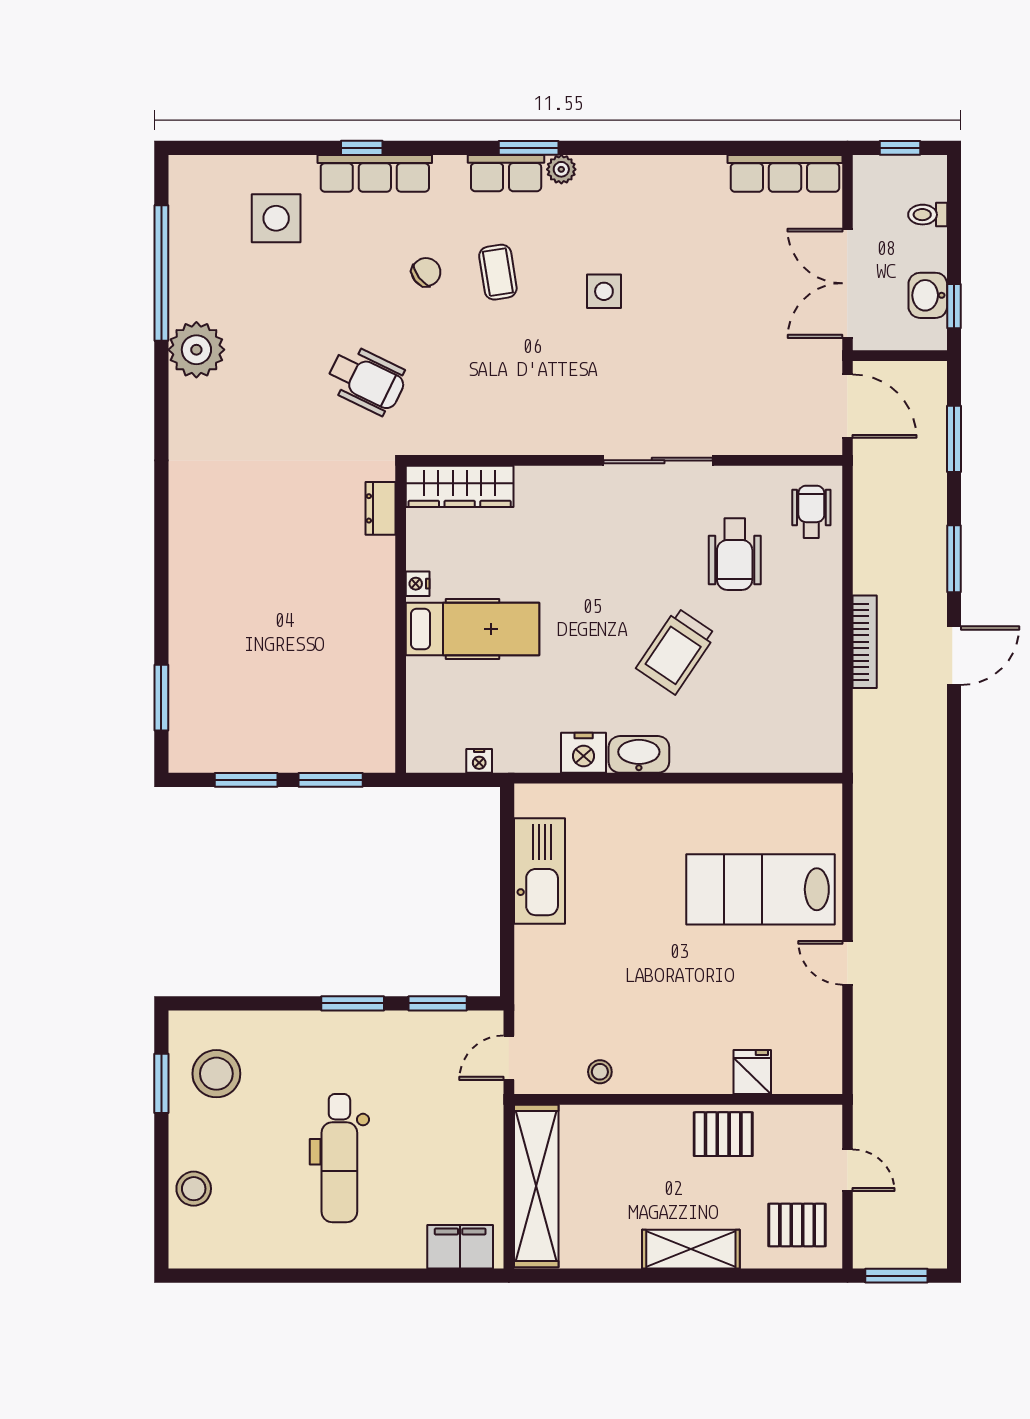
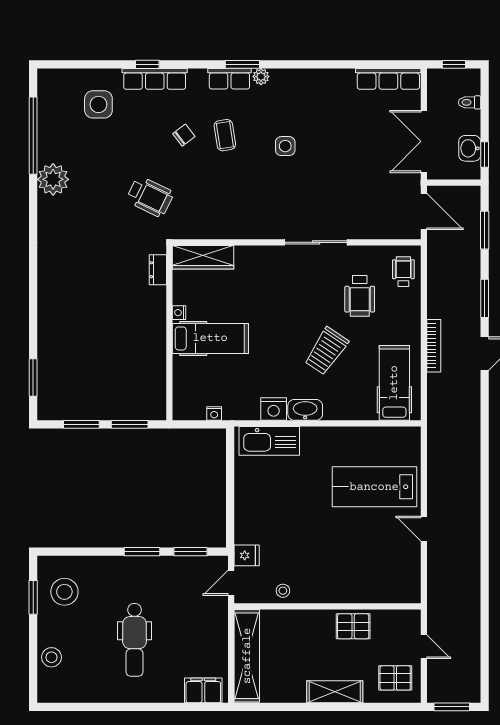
hospital bed: (796, 707) -> (394, 383), added
kitchen sink: (539, 871) -> (269, 441), moved, turned 90
fridge: (752, 1072) -> (247, 555), moved, turned 90

